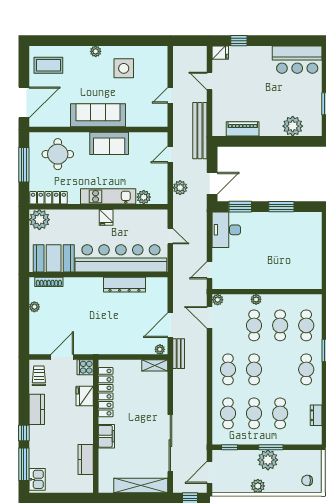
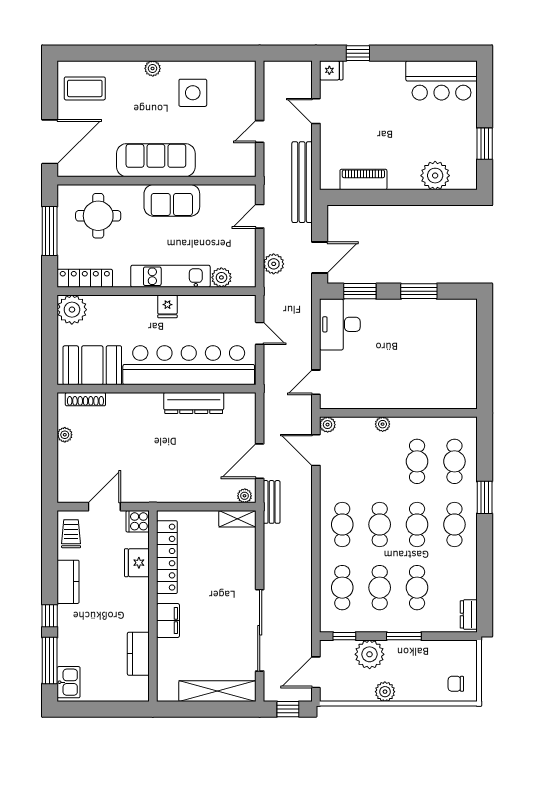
cafe table: (254, 325) -> (417, 524), moved
dresser: (316, 415) -> (469, 614), moved
plant: (268, 460) -> (370, 654), moved

